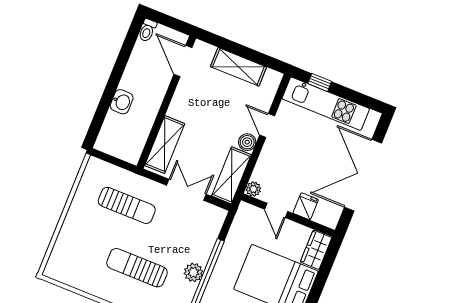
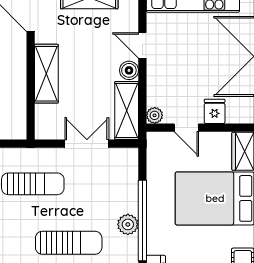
shelving: (165, 145) -> (46, 74), moved
sun lounger: (137, 268) -> (69, 243), turned 180

